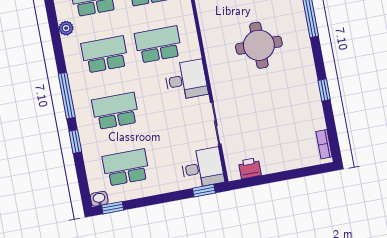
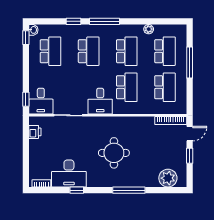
desk: (302, 106) -> (69, 173), added

